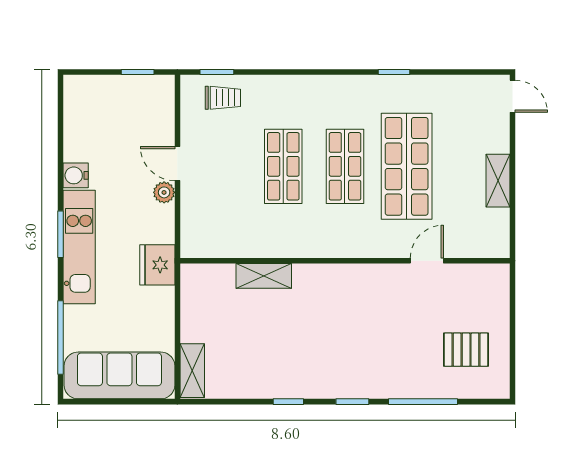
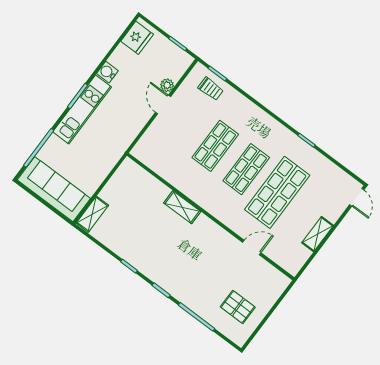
plant: (164, 192) -> (167, 85), moved
fridge: (157, 265) -> (137, 38), moved, turned 180
shelving: (264, 276) -> (182, 207), moved

